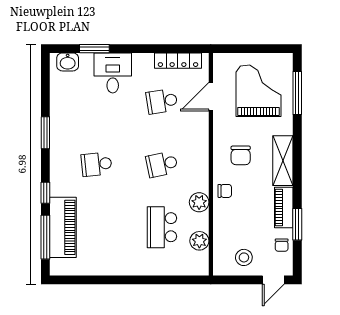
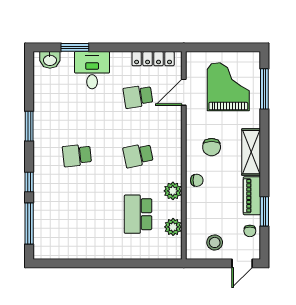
piano: (63, 227) -> (46, 214), removed

